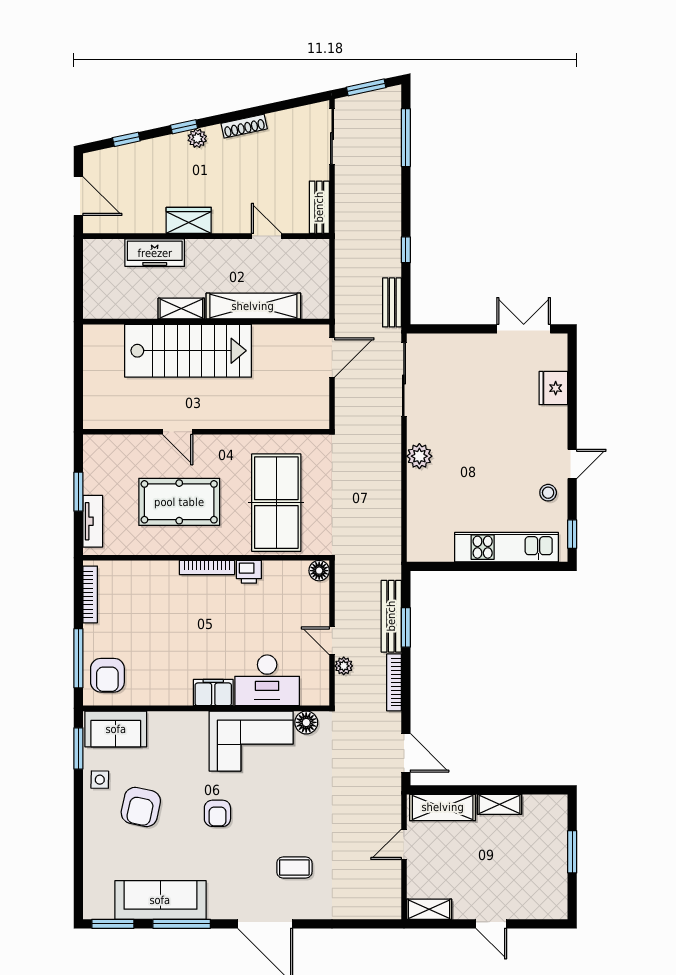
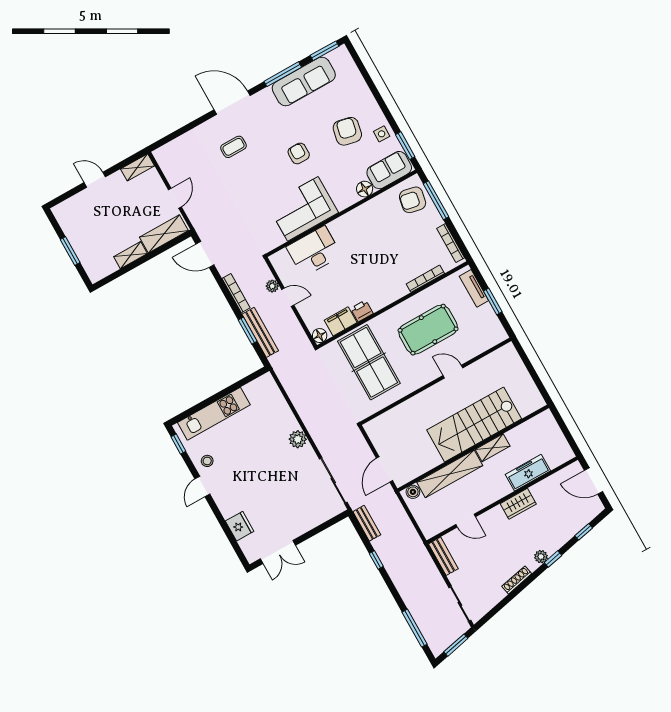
boiler: (312, 309) -> (413, 492), added
bookcase: (207, 567) -> (425, 279), moved
armchair: (107, 675) -> (413, 200), turned -79
filing cabinet: (213, 692) -> (341, 321), moved, turned 180
floor lamp: (306, 722) -> (365, 189), moved

